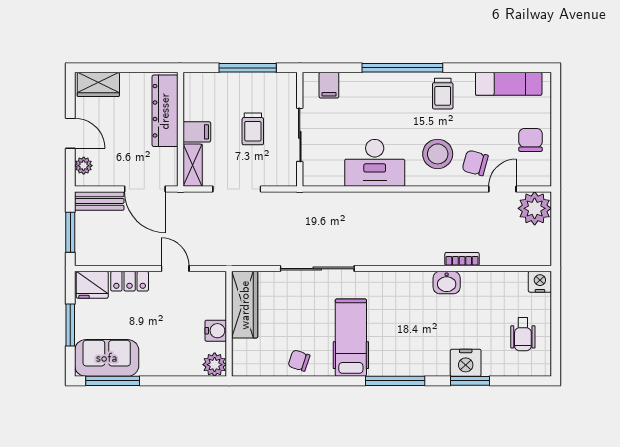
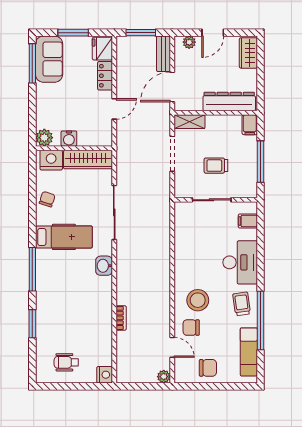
window: (402, 68) -> (260, 320), moved
trolley: (443, 94) -> (242, 304), turned 82
filing cabinet: (197, 132) -> (250, 125), moved
desk: (375, 163) -> (240, 262), moved, turned 180
chair: (475, 163) -> (191, 328), turned -105
plant: (535, 208) -> (164, 377), width x0.53, depth x0.53
washbasin: (447, 283) -> (104, 266), moved
nightstand: (466, 363) -> (51, 160), moved, turned 90

